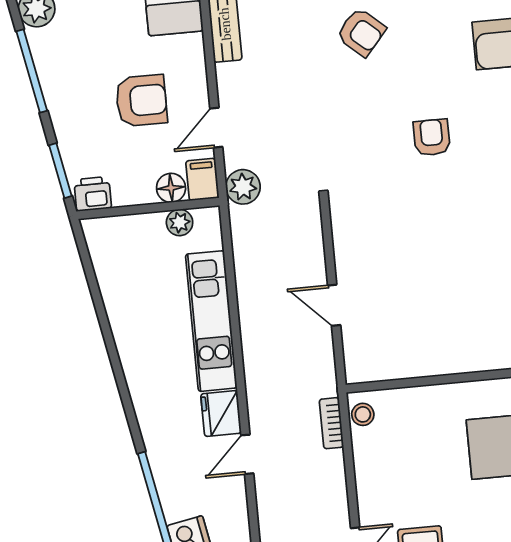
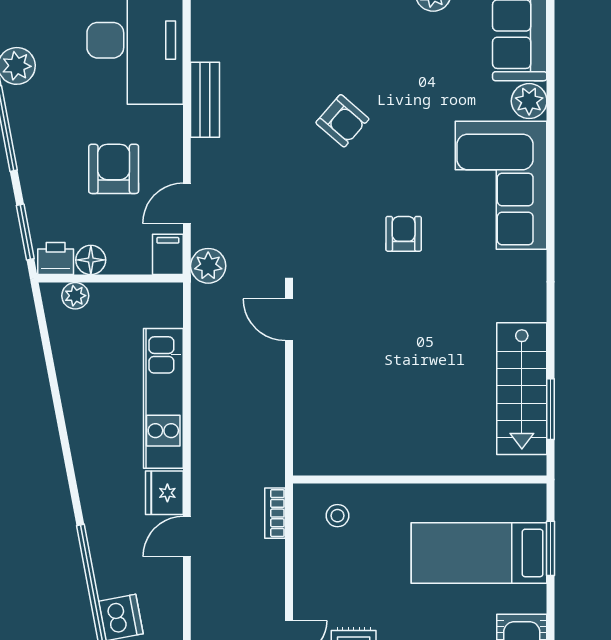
armchair: (141, 101) -> (114, 169), turned -90
floor lamp: (171, 188) -> (91, 260), moved
plant: (180, 222) -> (75, 296), moved
door: (334, 305) -> (289, 320), moved
stool: (363, 414) -> (337, 516), moved

